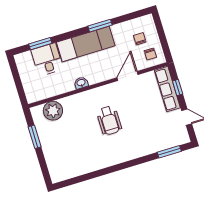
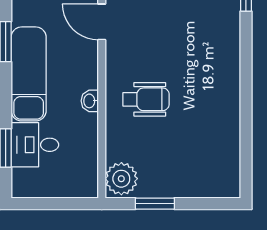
plant: (53, 111) -> (121, 179), moved
wheelchair: (109, 120) -> (146, 99), moved

